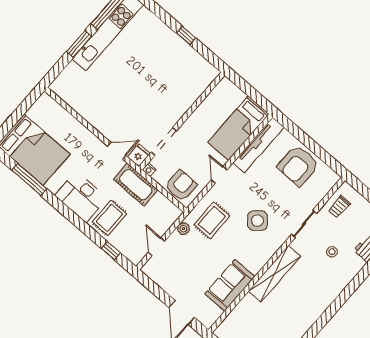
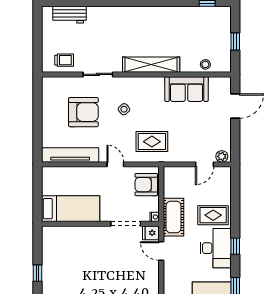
bed: (238, 128) -> (71, 209), moved
armchair: (298, 165) -> (83, 112), moved
door: (219, 175) -> (115, 164), swing flipped
side table: (257, 221) -> (124, 109), width x0.54, depth x0.54
plant: (183, 229) -> (222, 156), moved
window: (111, 251) -> (235, 246), moved
stool: (332, 252) -> (205, 64), moved

